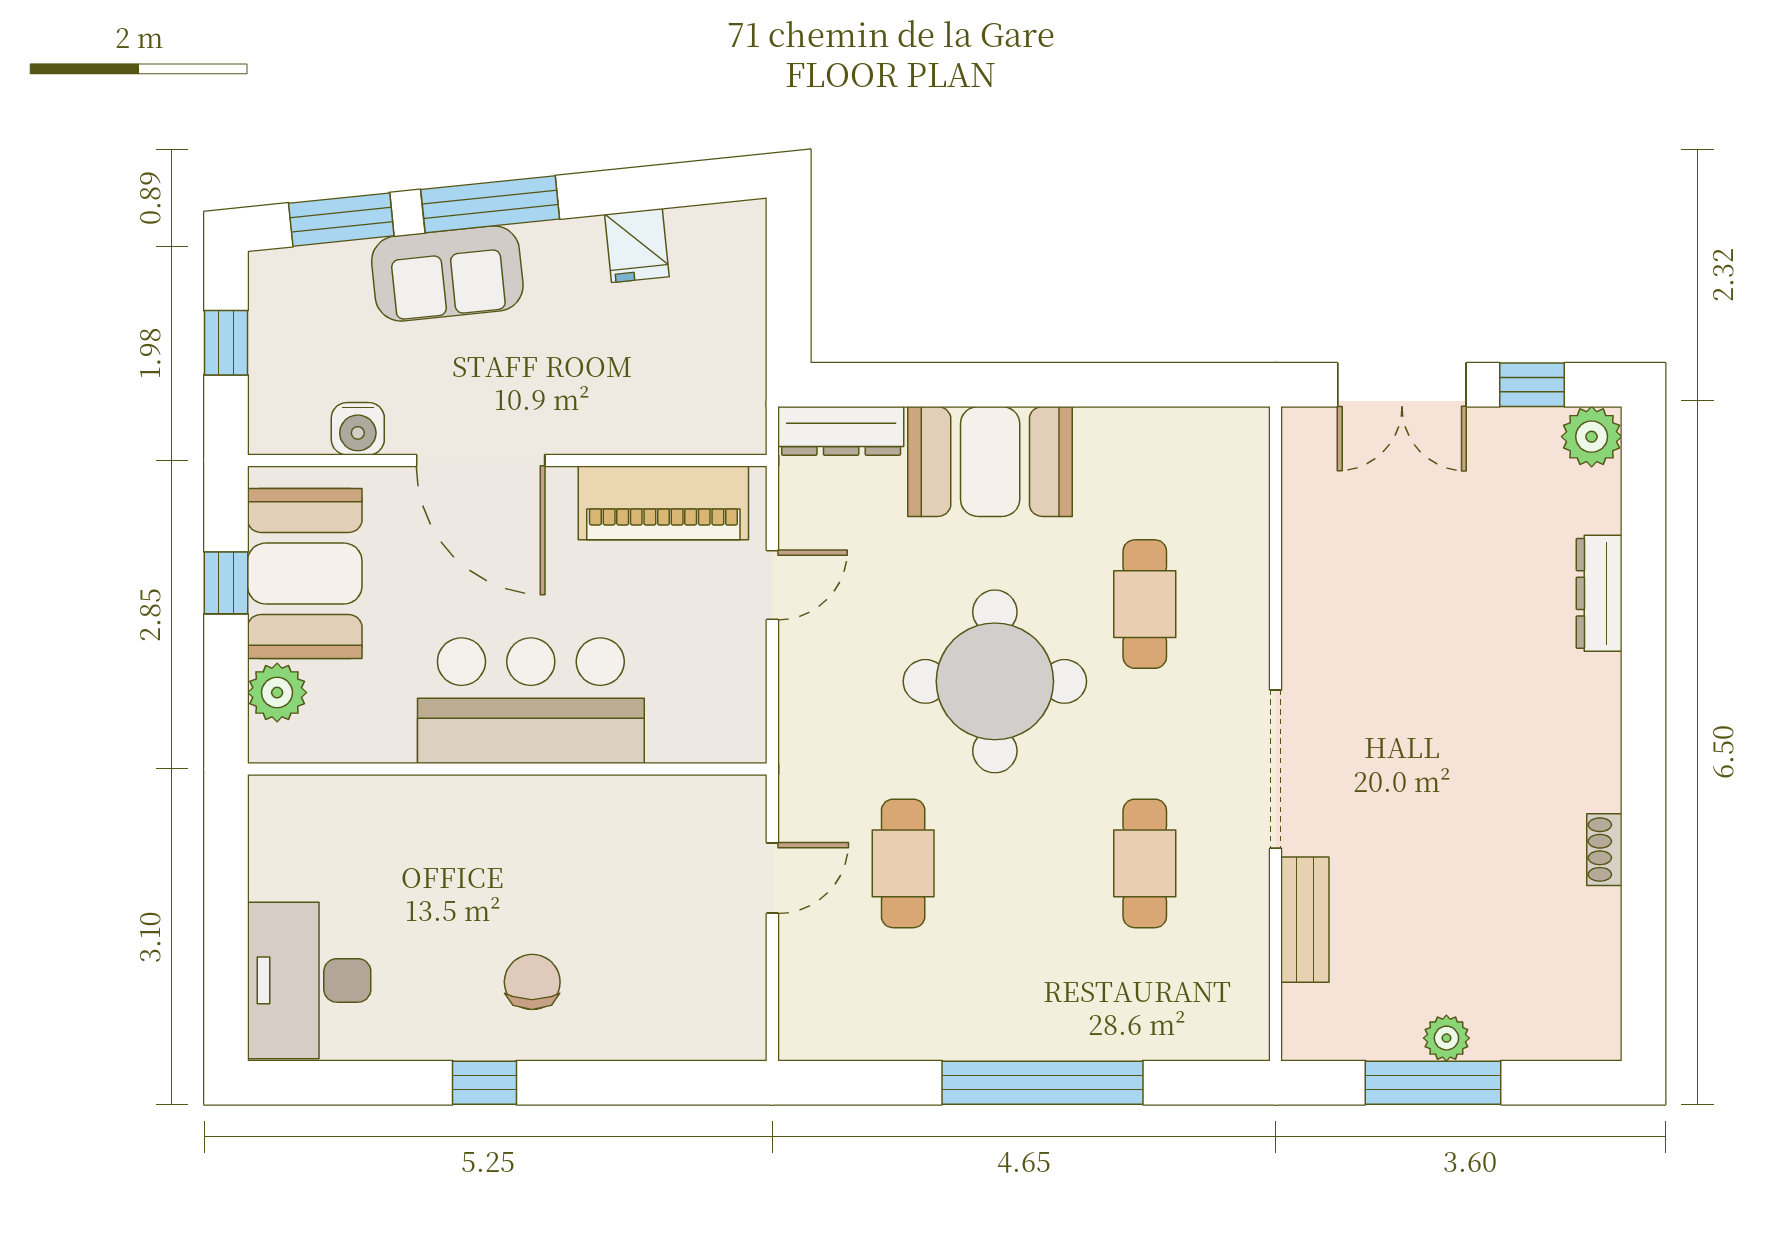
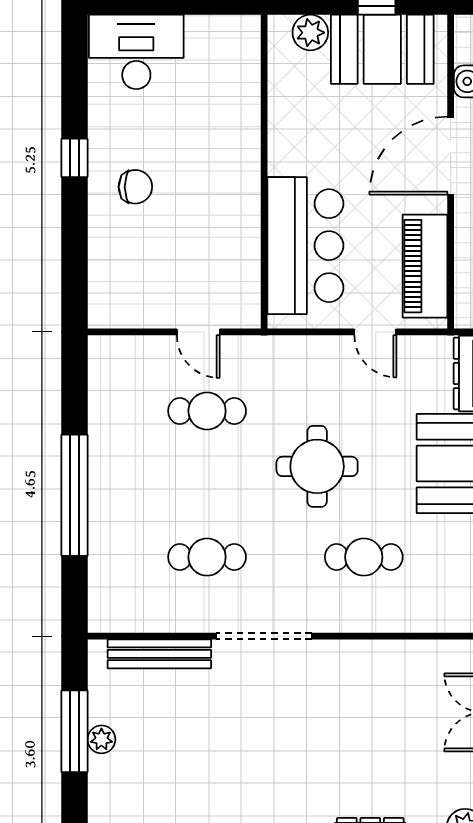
round table: (995, 681) -> (317, 466), width x0.73, depth x0.73
bar counter: (531, 701) -> (305, 246), moved
bench: (1305, 920) -> (159, 654), width x1.36

